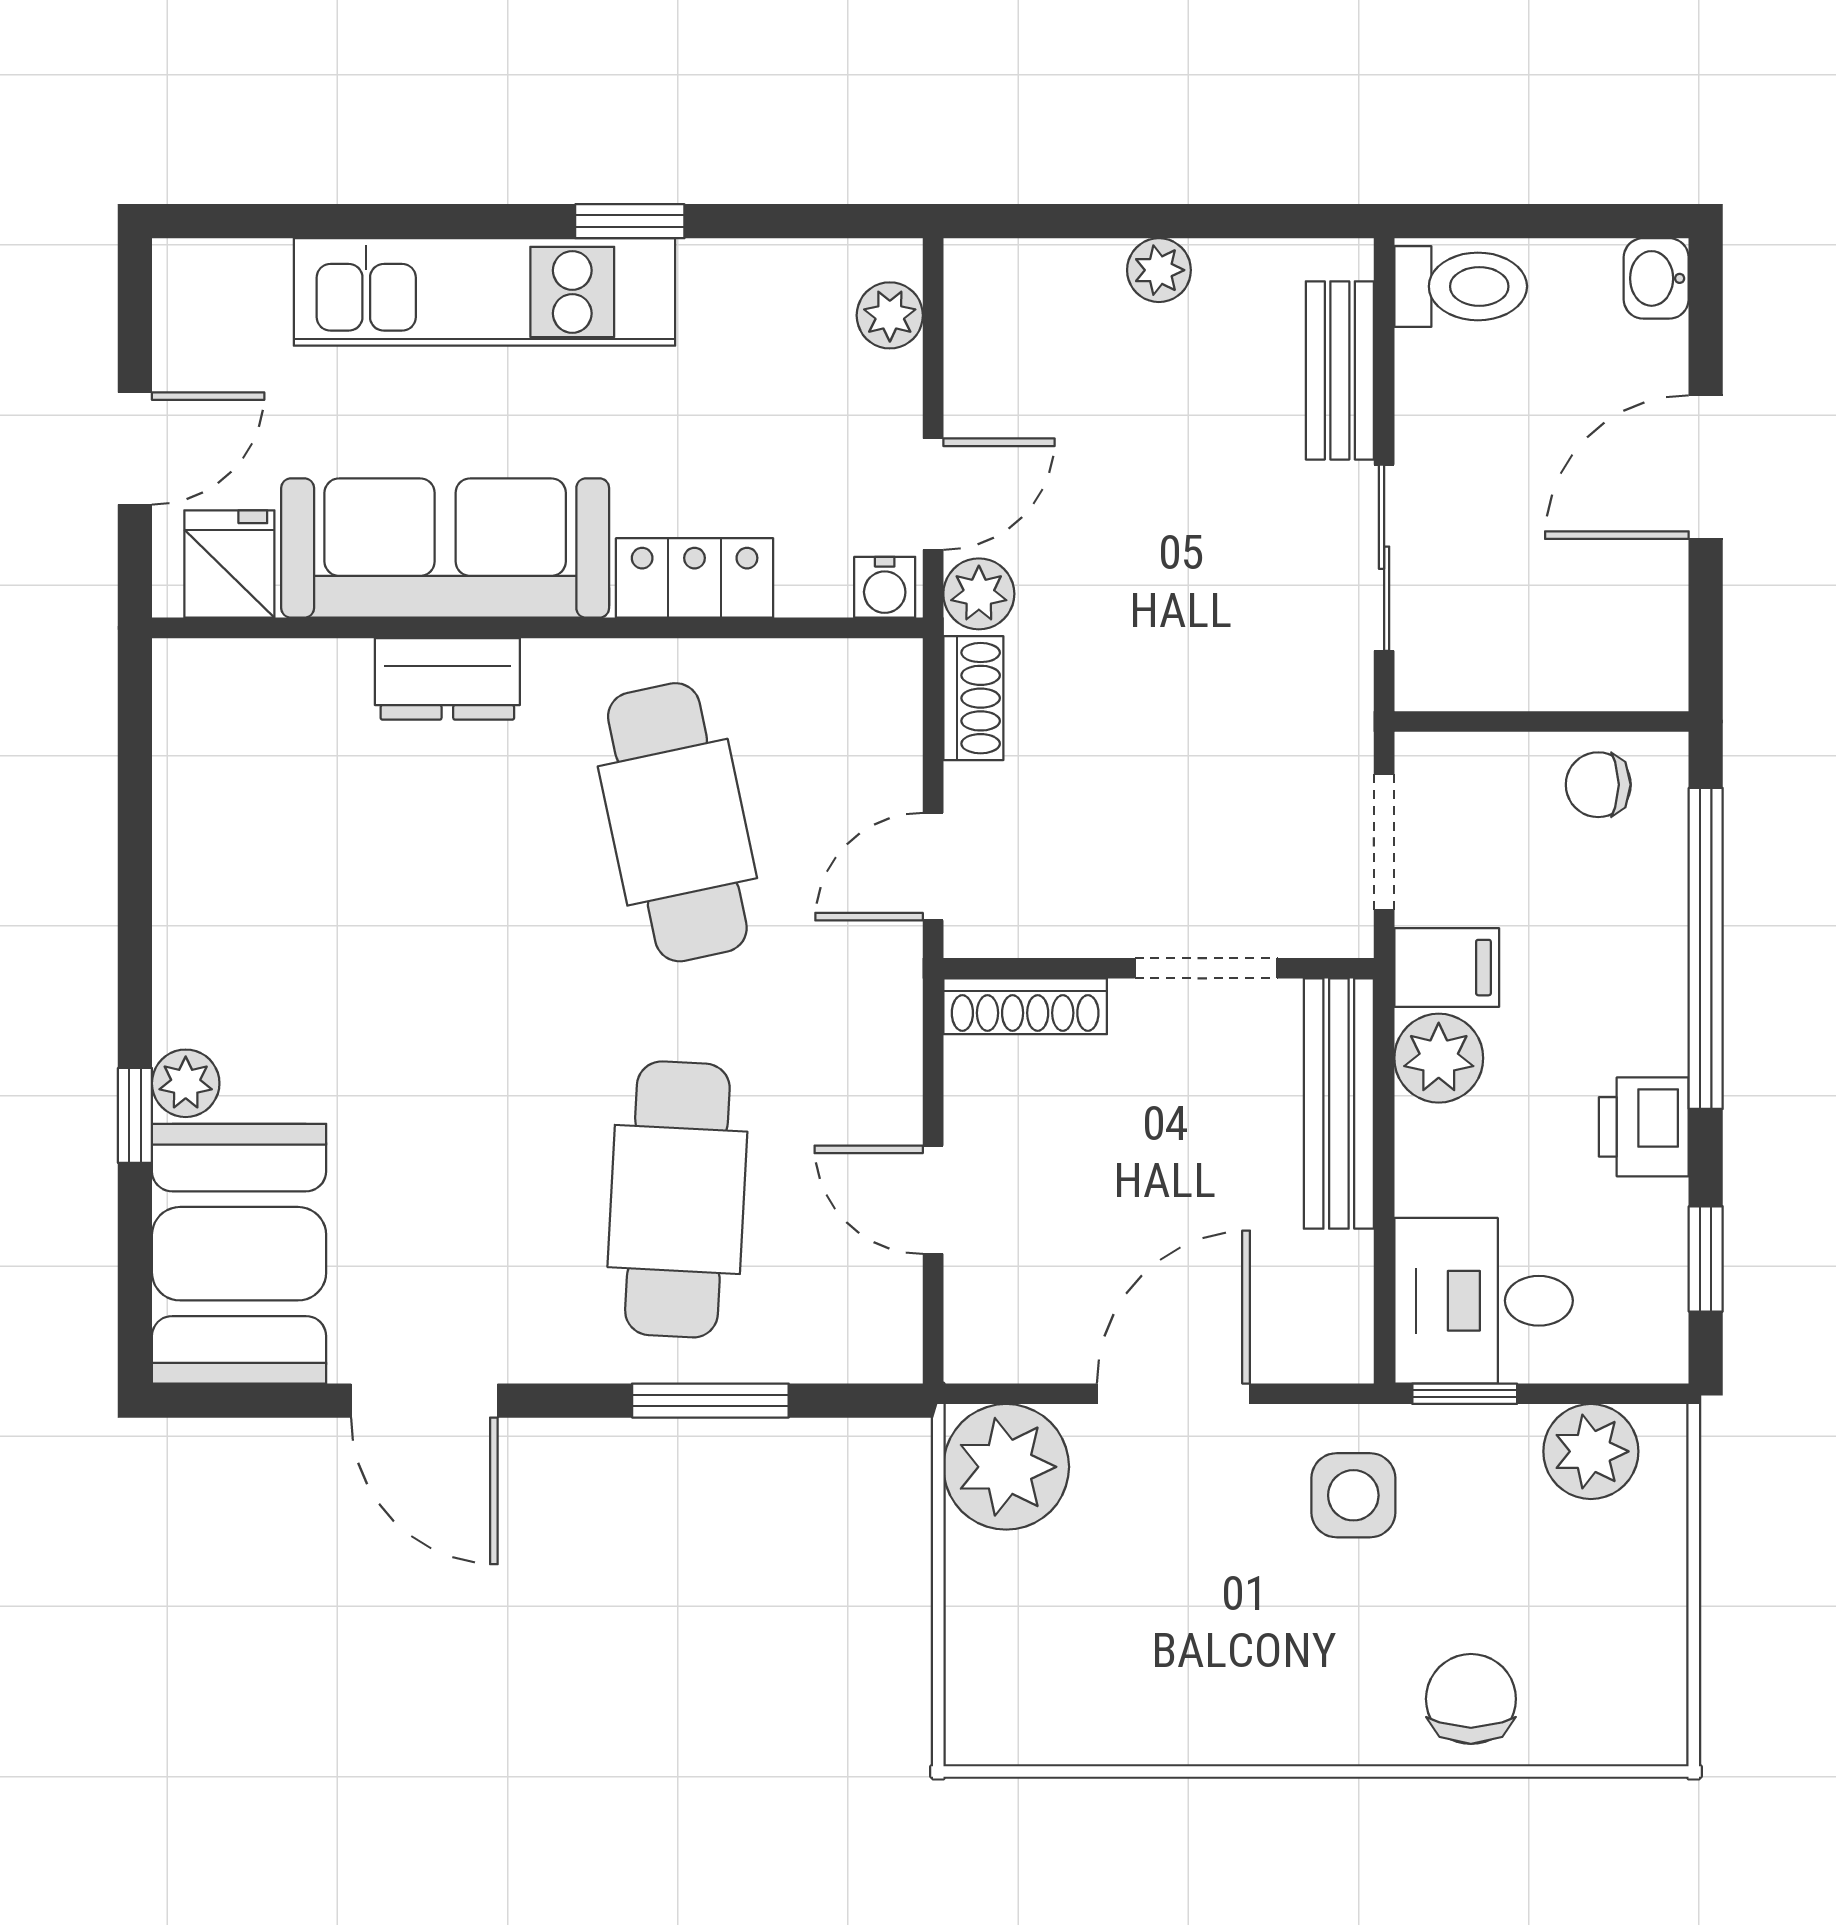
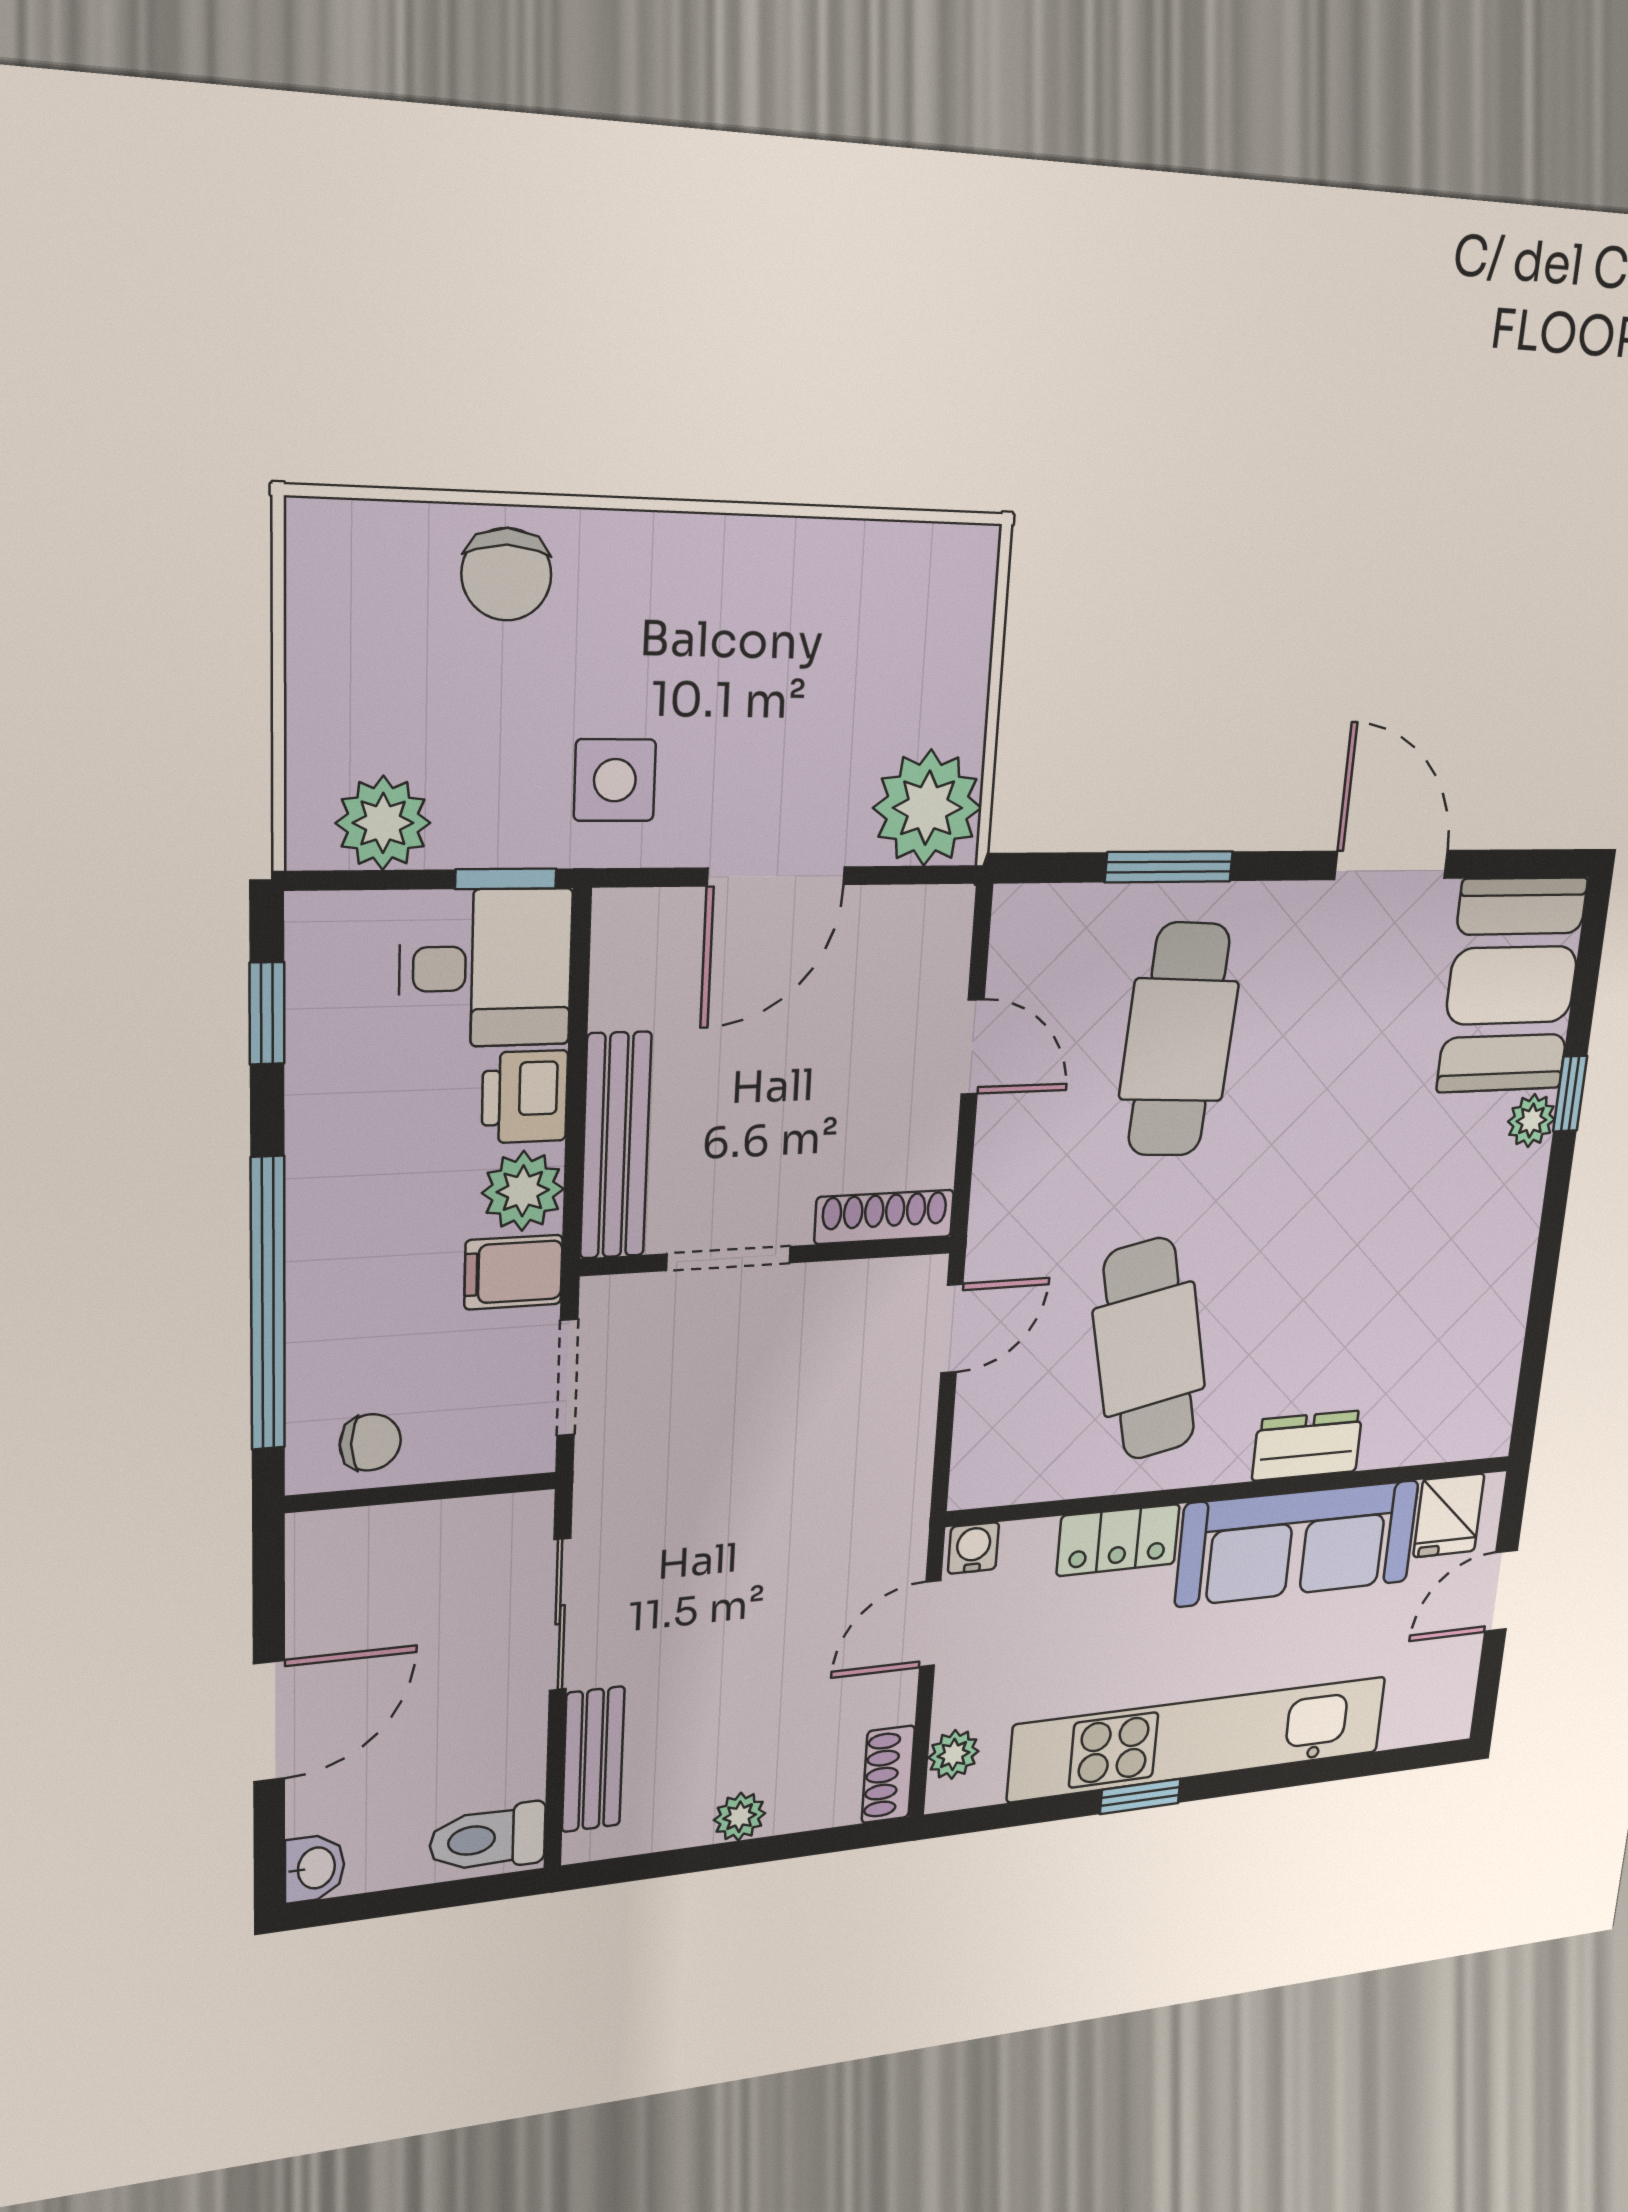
kitchen unit: (485, 292) -> (1200, 1738), width x1.36
plant: (979, 594) -> (900, 1550), removed
shoe rack: (973, 698) -> (888, 1774), moved
printer: (1644, 1127) -> (525, 1097), moved, turned 180

